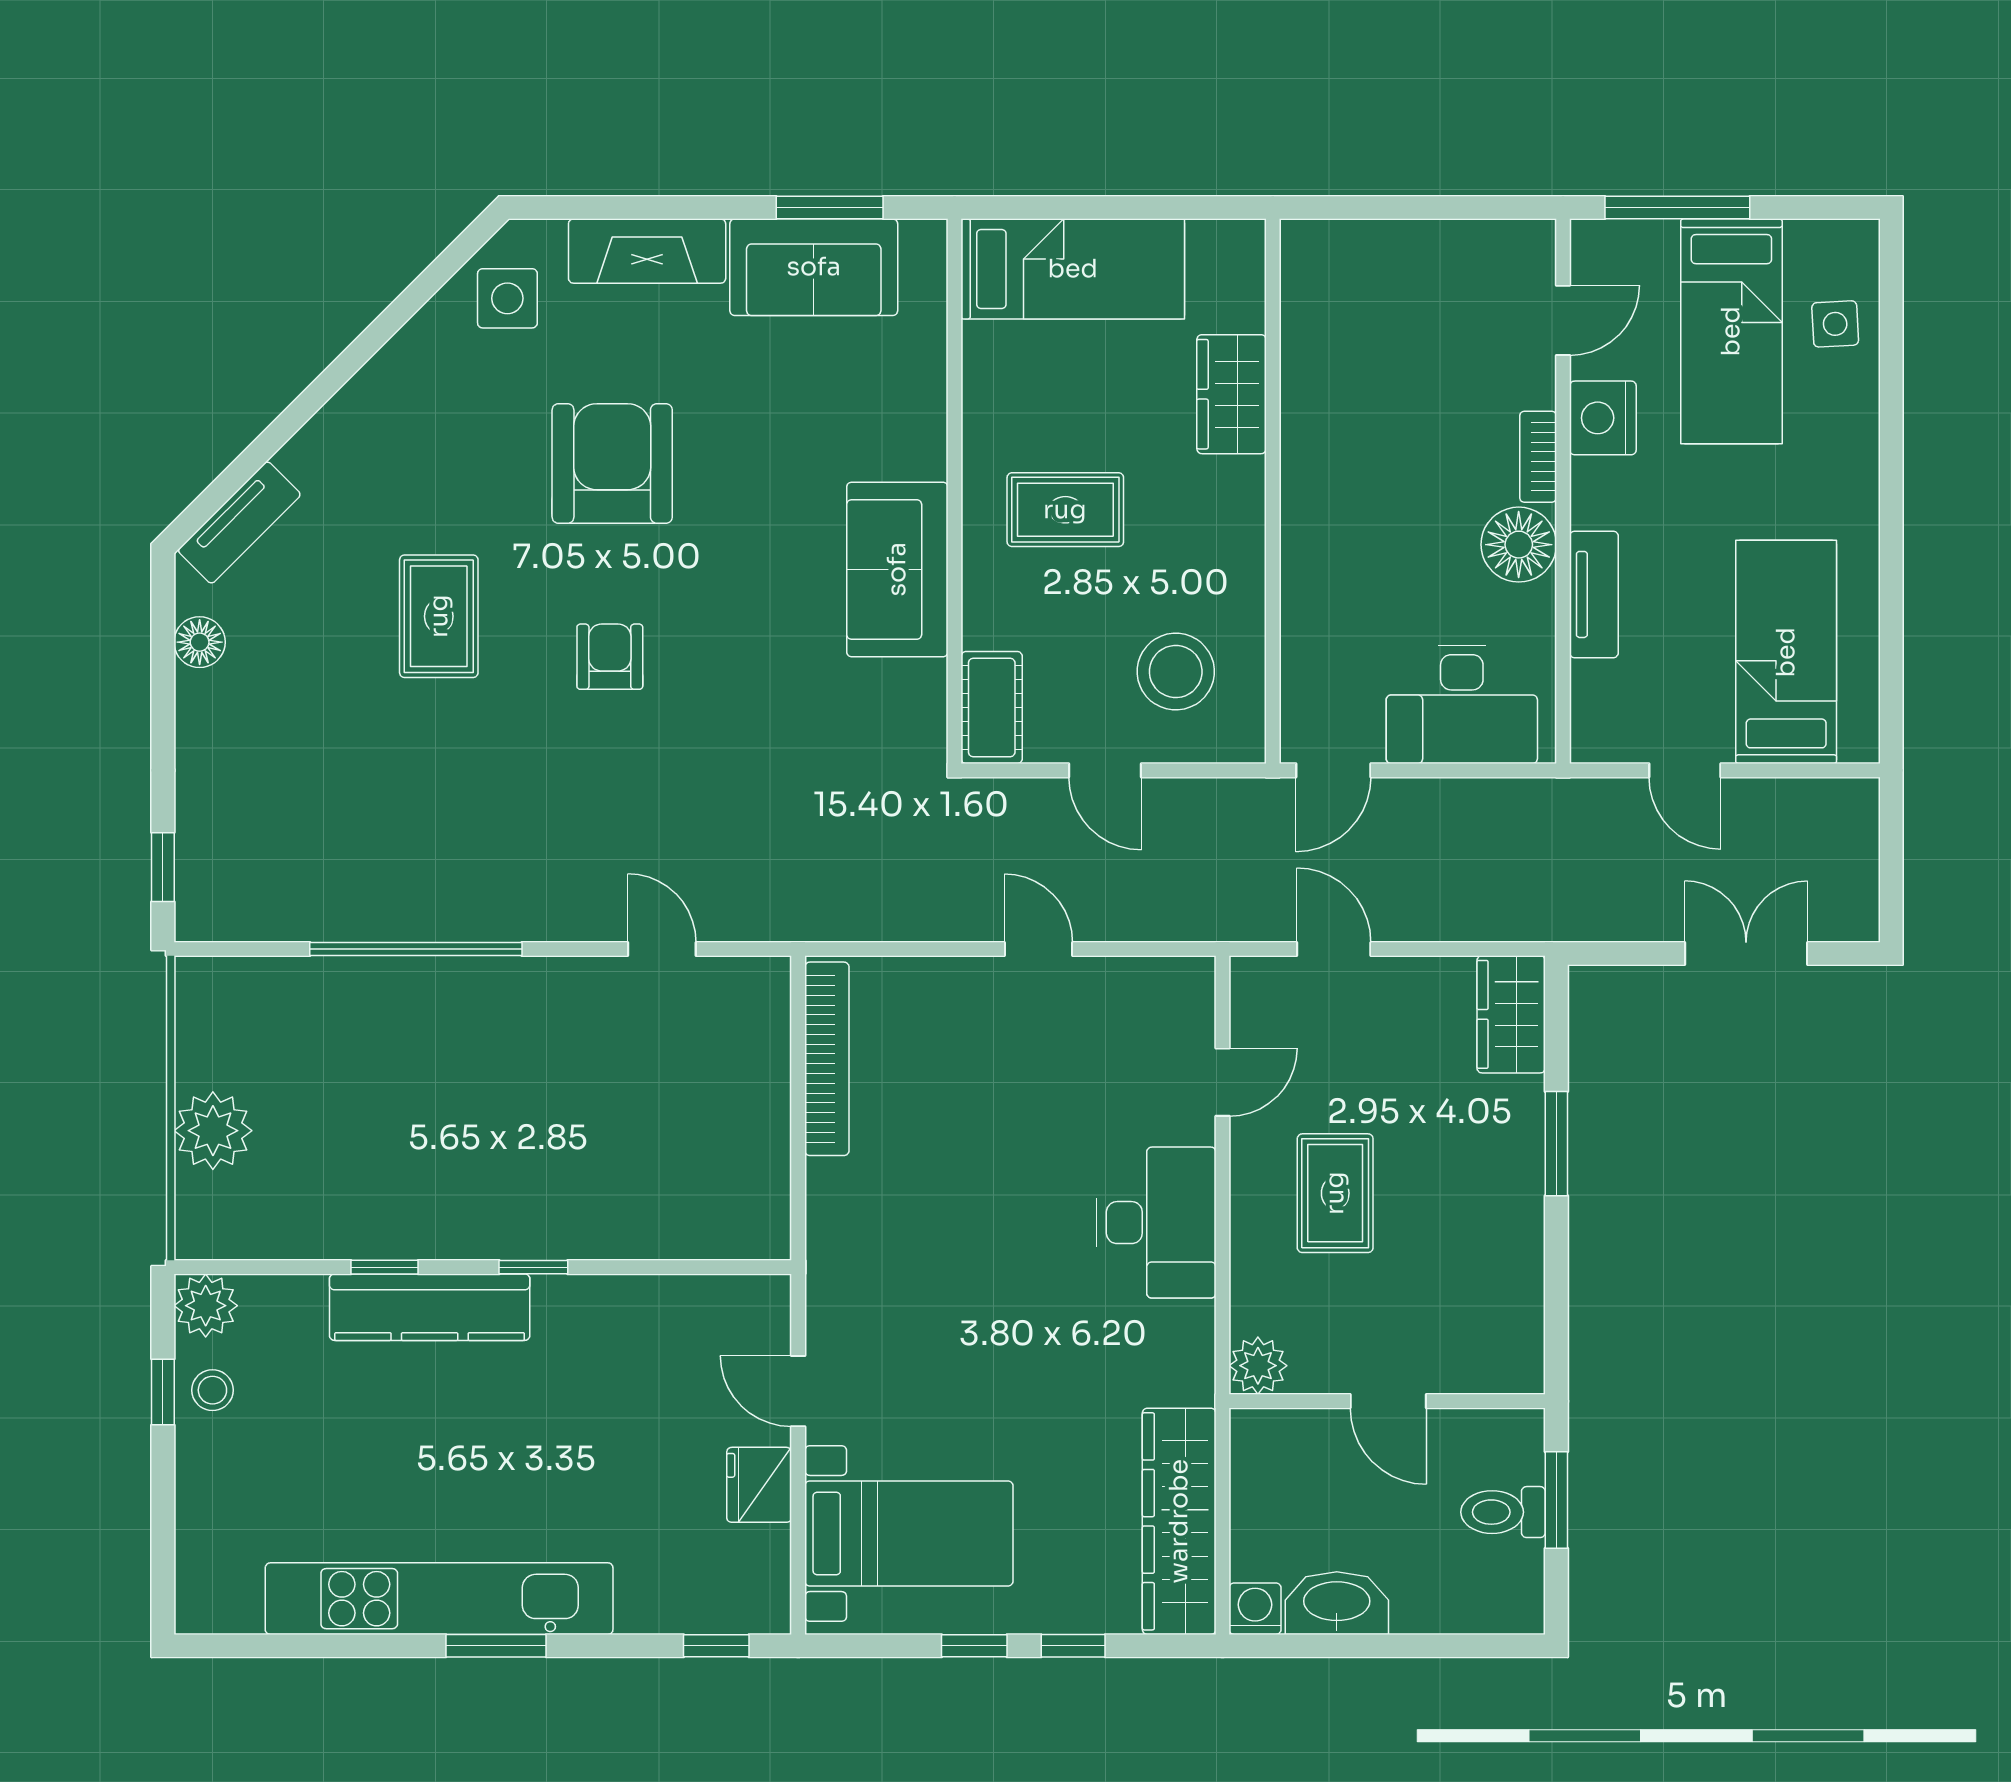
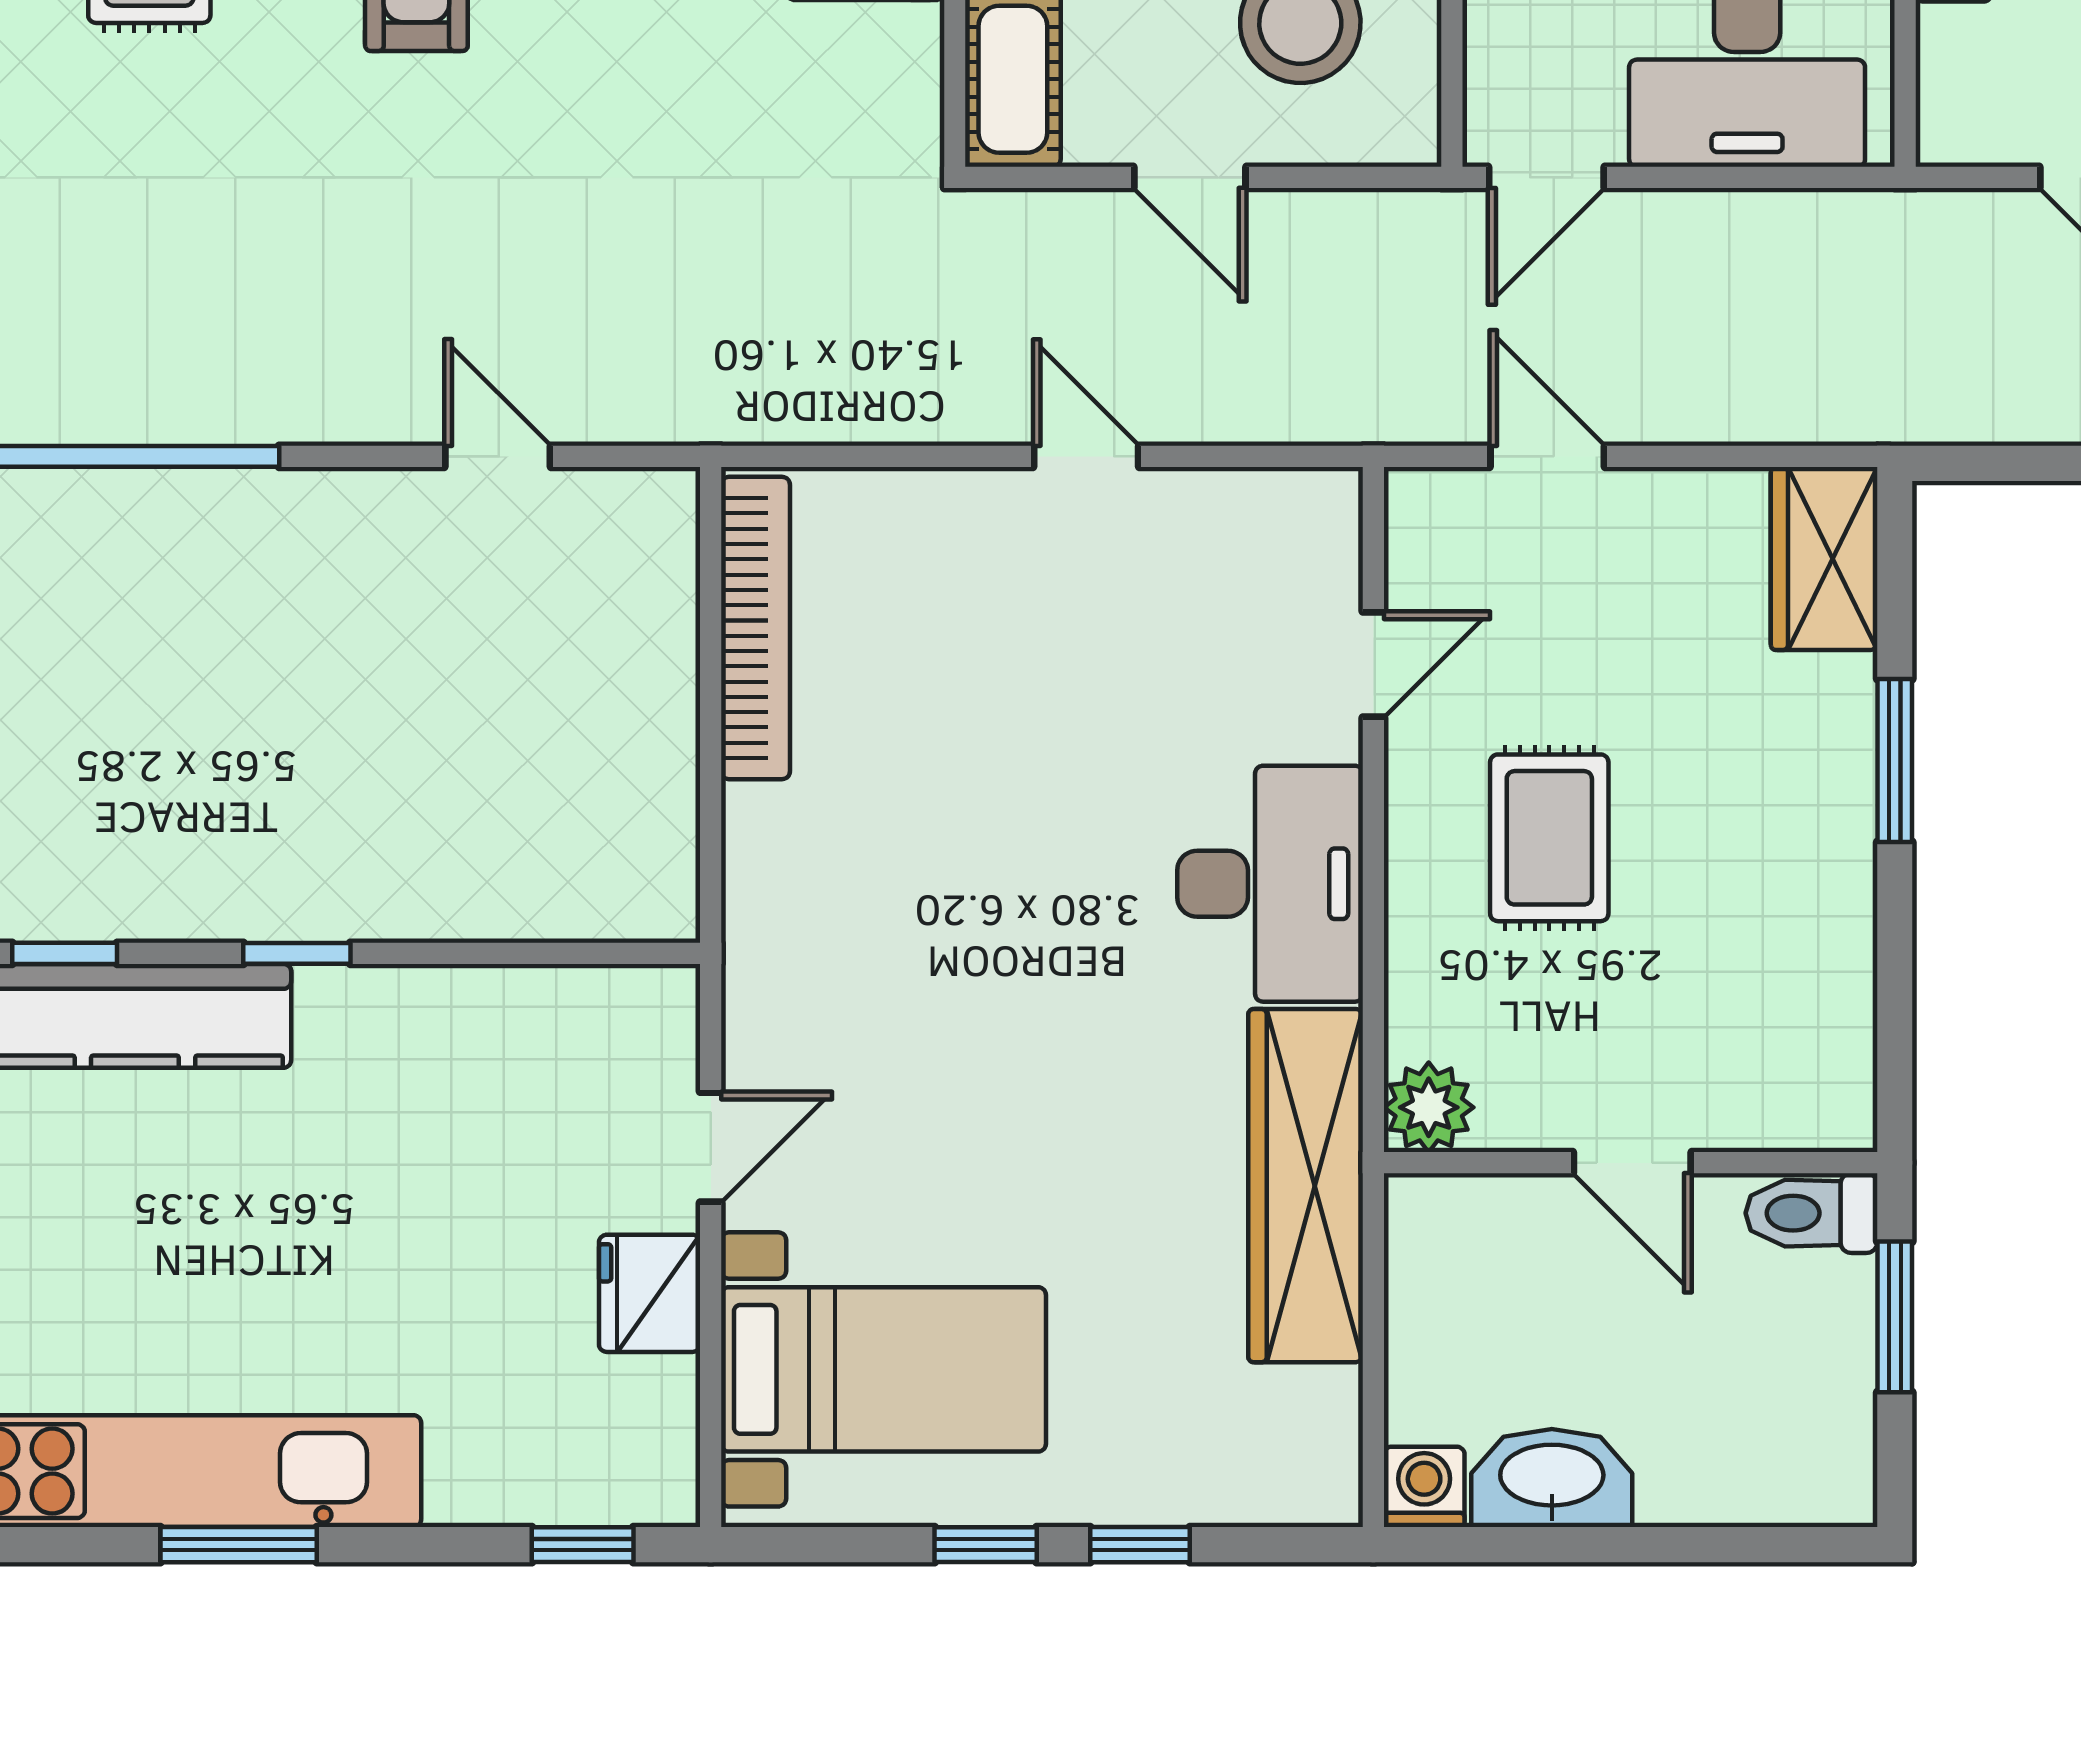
door: (798, 1391) -> (711, 1147), swing flipped
toilet: (1503, 1512) -> (1812, 1213), moved
wardrobe: (1179, 1521) -> (1306, 1186), moved

